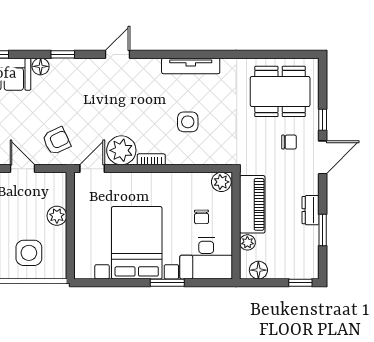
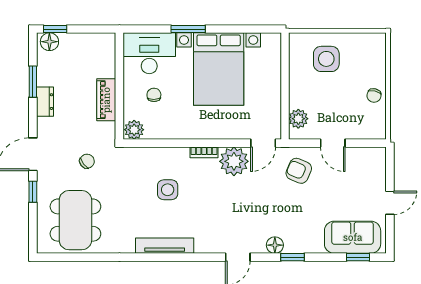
floor lamp: (41, 66) -> (275, 245), moved
dining table: (280, 91) -> (75, 220), turned 90
armchair: (56, 141) -> (299, 171), turned 48
chair: (289, 142) -> (87, 161), moved, turned 143
piano: (252, 204) -> (106, 100), width x0.73, depth x0.75
plant: (57, 216) -> (298, 119), moved
plant: (247, 242) -> (108, 69), removed
floor lamp: (258, 270) -> (49, 42), moved

